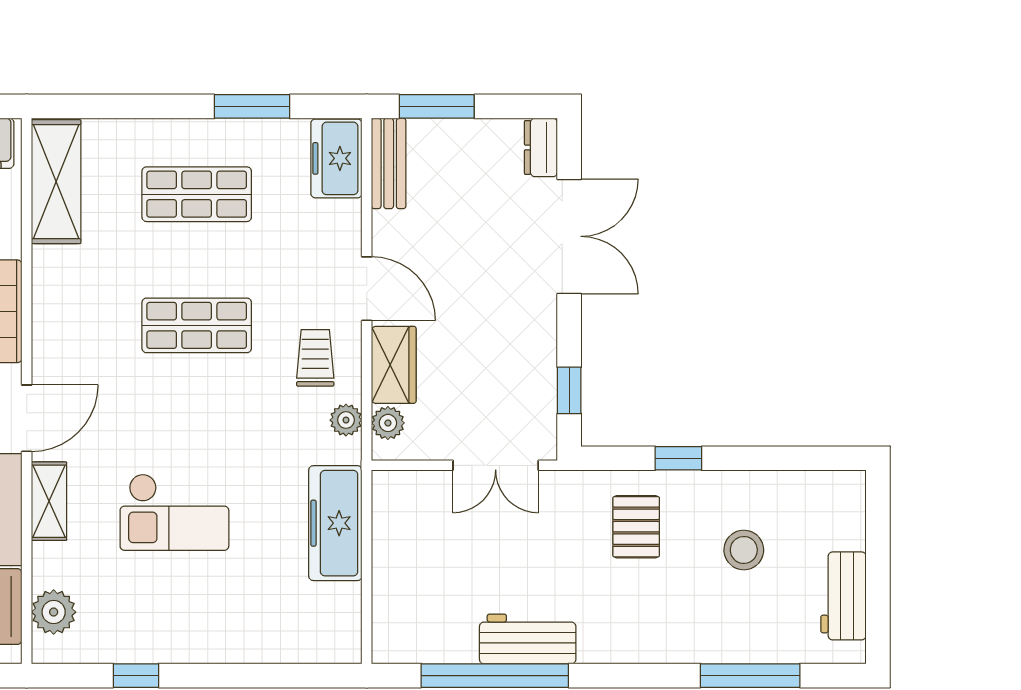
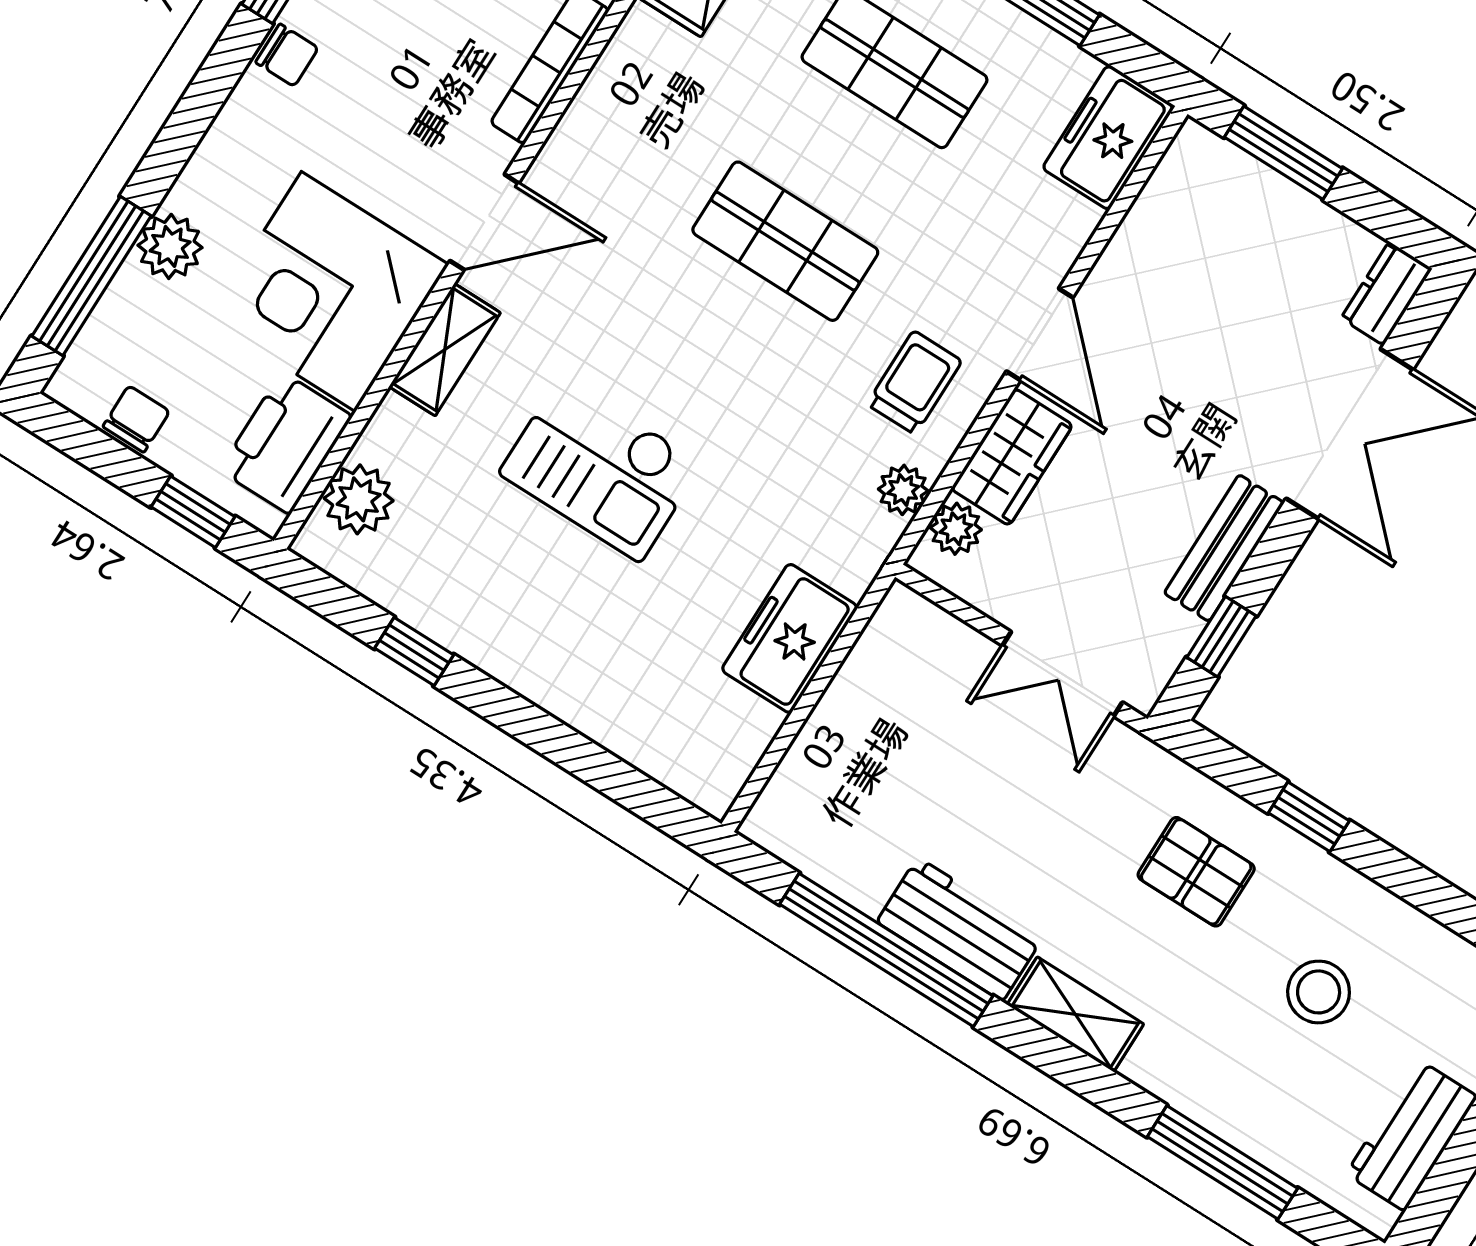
bench: (389, 163) -> (1224, 548), moved
freezer: (335, 523) -> (790, 638), width x0.71
pallet: (636, 527) -> (1196, 872), turned 90
shelving: (619, 646) -> (1075, 1014), added

